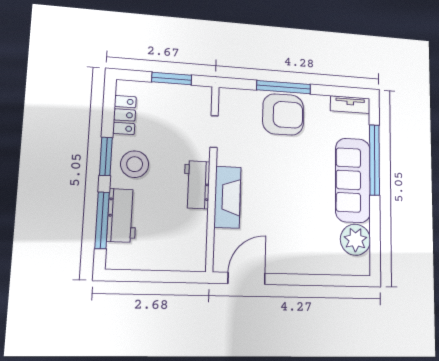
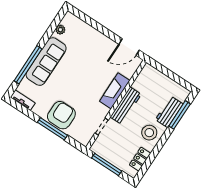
window: (172, 79) -> (107, 165), width x1.44
armchair: (283, 114) -> (61, 115), turned 90
window: (106, 156) -> (160, 144), removed
workbench: (197, 185) -> (126, 106), width x1.38
plant: (355, 240) -> (60, 30), width x0.53, depth x0.53

